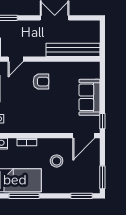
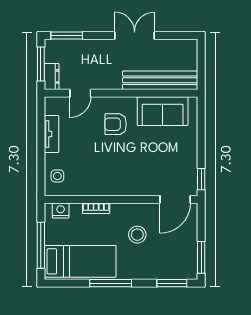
armchair: (41, 82) -> (116, 124), turned 180
sofa: (90, 97) -> (163, 111), moved, turned -90
window: (24, 196) -> (111, 283), moved

